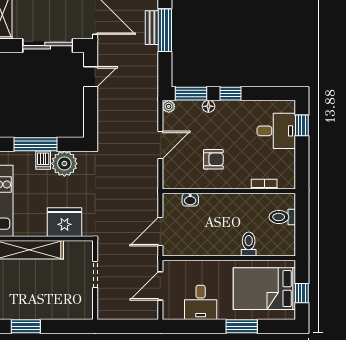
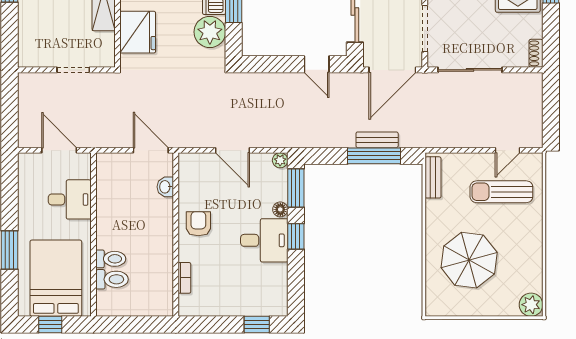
desk: (276, 131) -> (264, 240), moved, turned -90
armchair: (213, 159) -> (198, 224), moved, turned 180
toilet: (282, 217) -> (112, 279), moved, turned 90
door: (160, 232) -> (151, 150), moved
desk: (201, 302) -> (70, 199), moved, turned 180

